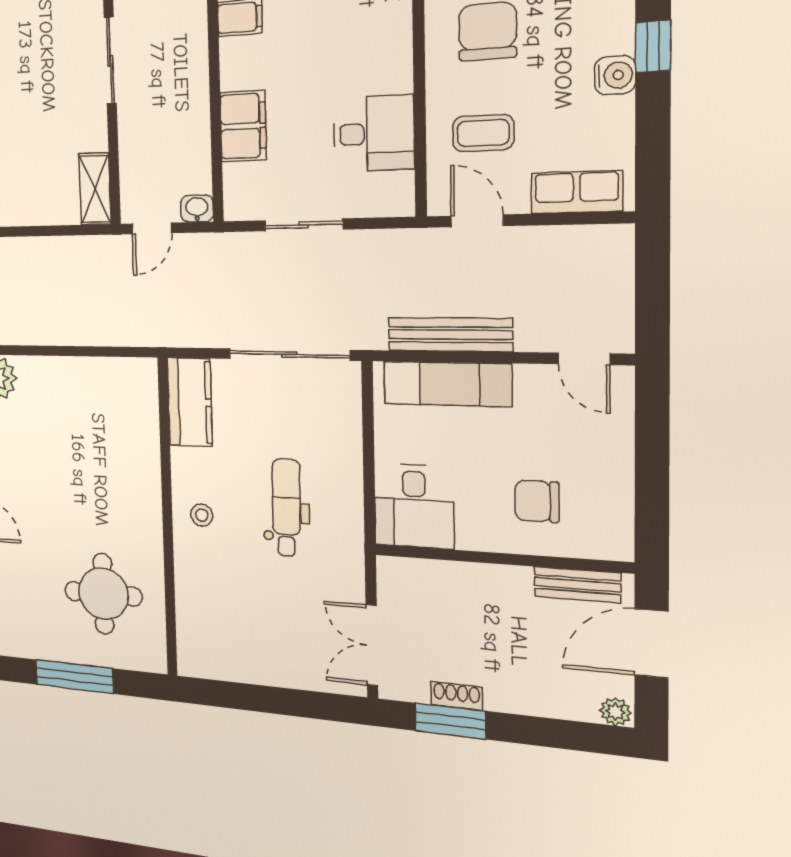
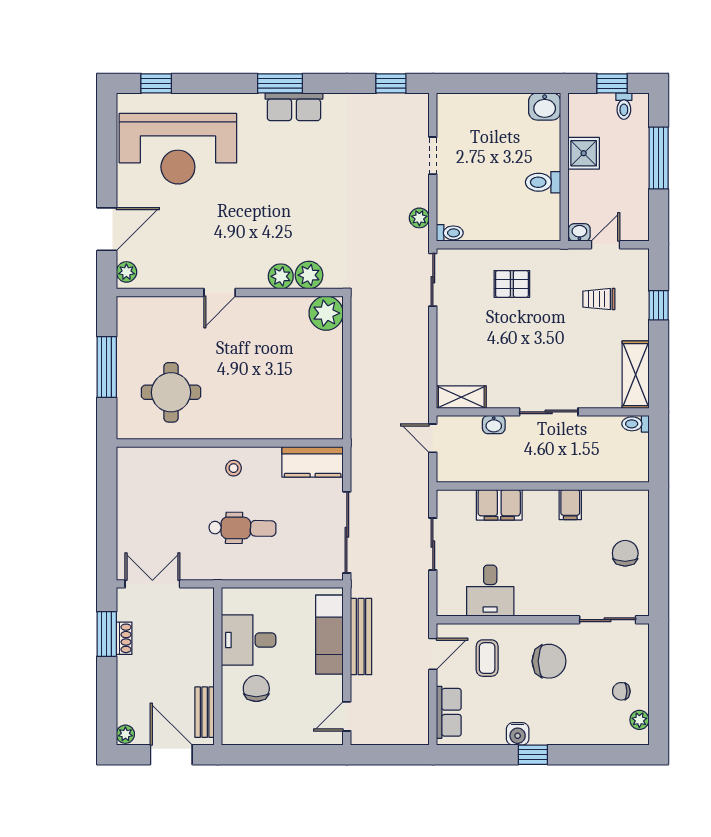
washbasin: (197, 209) -> (494, 425), moved, turned 90
desk: (414, 506) -> (249, 640), moved

